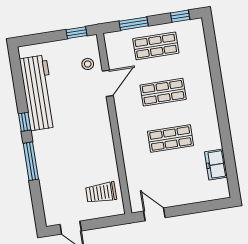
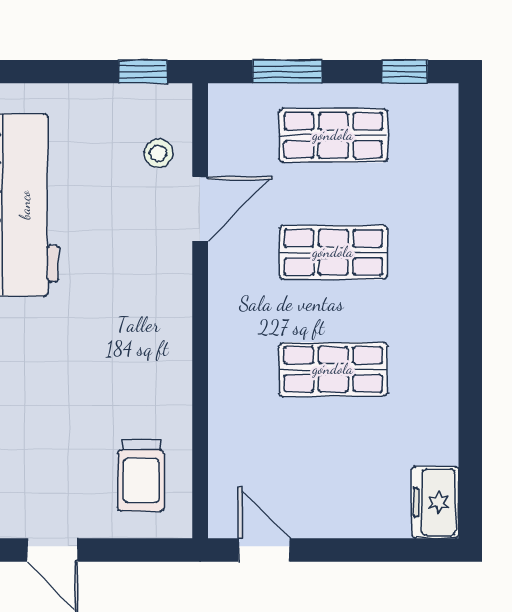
freezer: (216, 165) -> (435, 502), moved
trolley: (101, 193) -> (141, 475), turned -90

